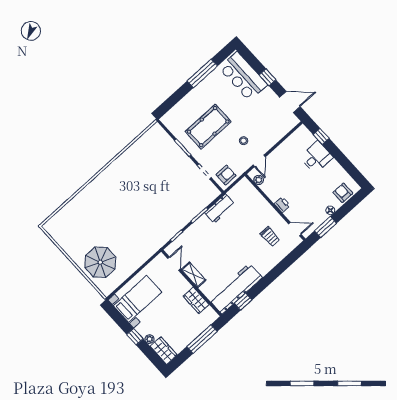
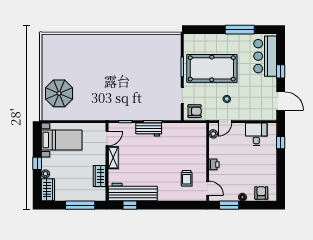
pool table: (208, 127) -> (212, 68), width x1.36, depth x1.32
desk: (316, 157) -> (256, 134), moved, turned -90
workbench: (220, 209) -> (149, 130), moved

